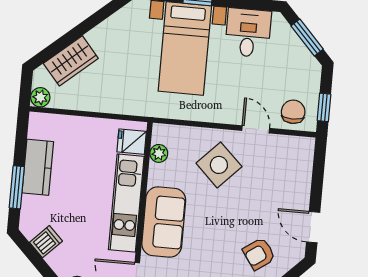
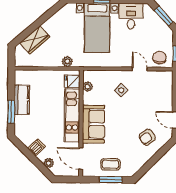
plant: (40, 97) -> (67, 62), moved
side table: (219, 165) -> (121, 90), width x0.54, depth x0.54
dishwasher: (46, 242) -> (37, 147), moved

